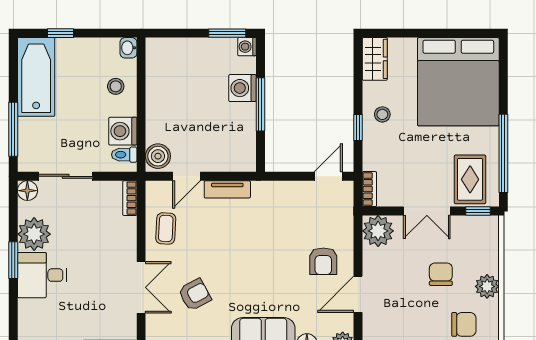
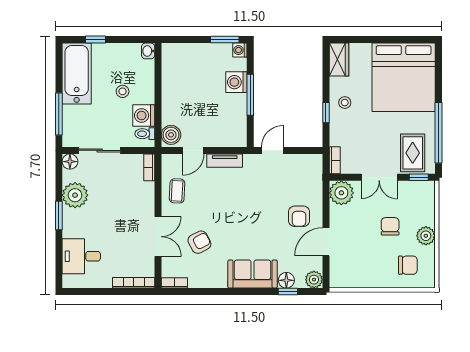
stool: (116, 86) -> (123, 91), moved
door: (328, 176) -> (272, 150), moved
desk: (42, 275) -> (81, 256), moved

